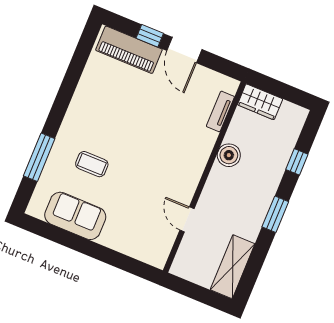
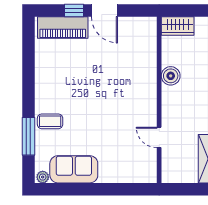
tv unit: (220, 111) -> (151, 46), removed
coffee table: (92, 164) -> (50, 121), moved
plant: (36, 210) -> (43, 177), added

